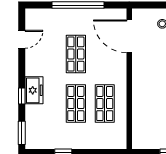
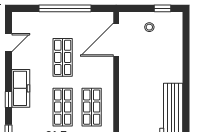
door: (129, 36) -> (116, 40), hinge flipped
freezer: (34, 90) -> (21, 88), width x1.40

